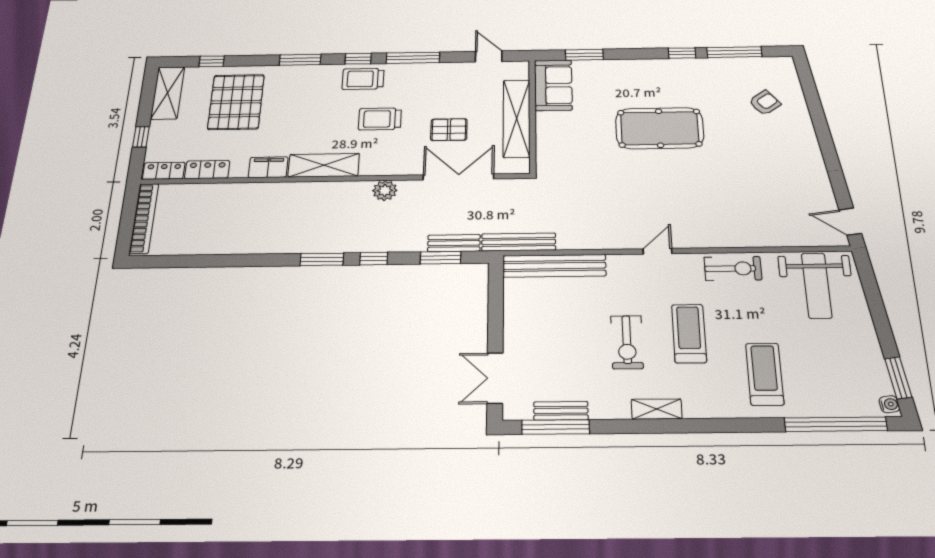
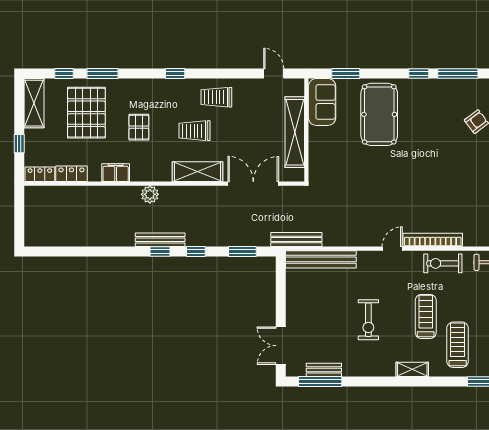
window: (413, 58) -> (217, 74), removed
window: (300, 60) -> (102, 74), moved
trolley: (363, 79) -> (216, 97), moved
pool table: (660, 128) -> (379, 114), moved, turned 90
pallet: (449, 130) -> (139, 127), moved, turned 90
shelving: (324, 165) -> (197, 172), moved
plant: (385, 190) -> (150, 194), moved
bookcase: (144, 218) -> (433, 240), moved, turned -90
bench: (454, 243) -> (160, 240), moved, width x1.36
window: (322, 259) -> (160, 252), width x0.67
exercise bike: (733, 269) -> (443, 263), turned 180
treadmill: (689, 333) -> (426, 316), moved
shelving: (657, 409) -> (412, 369), moved

